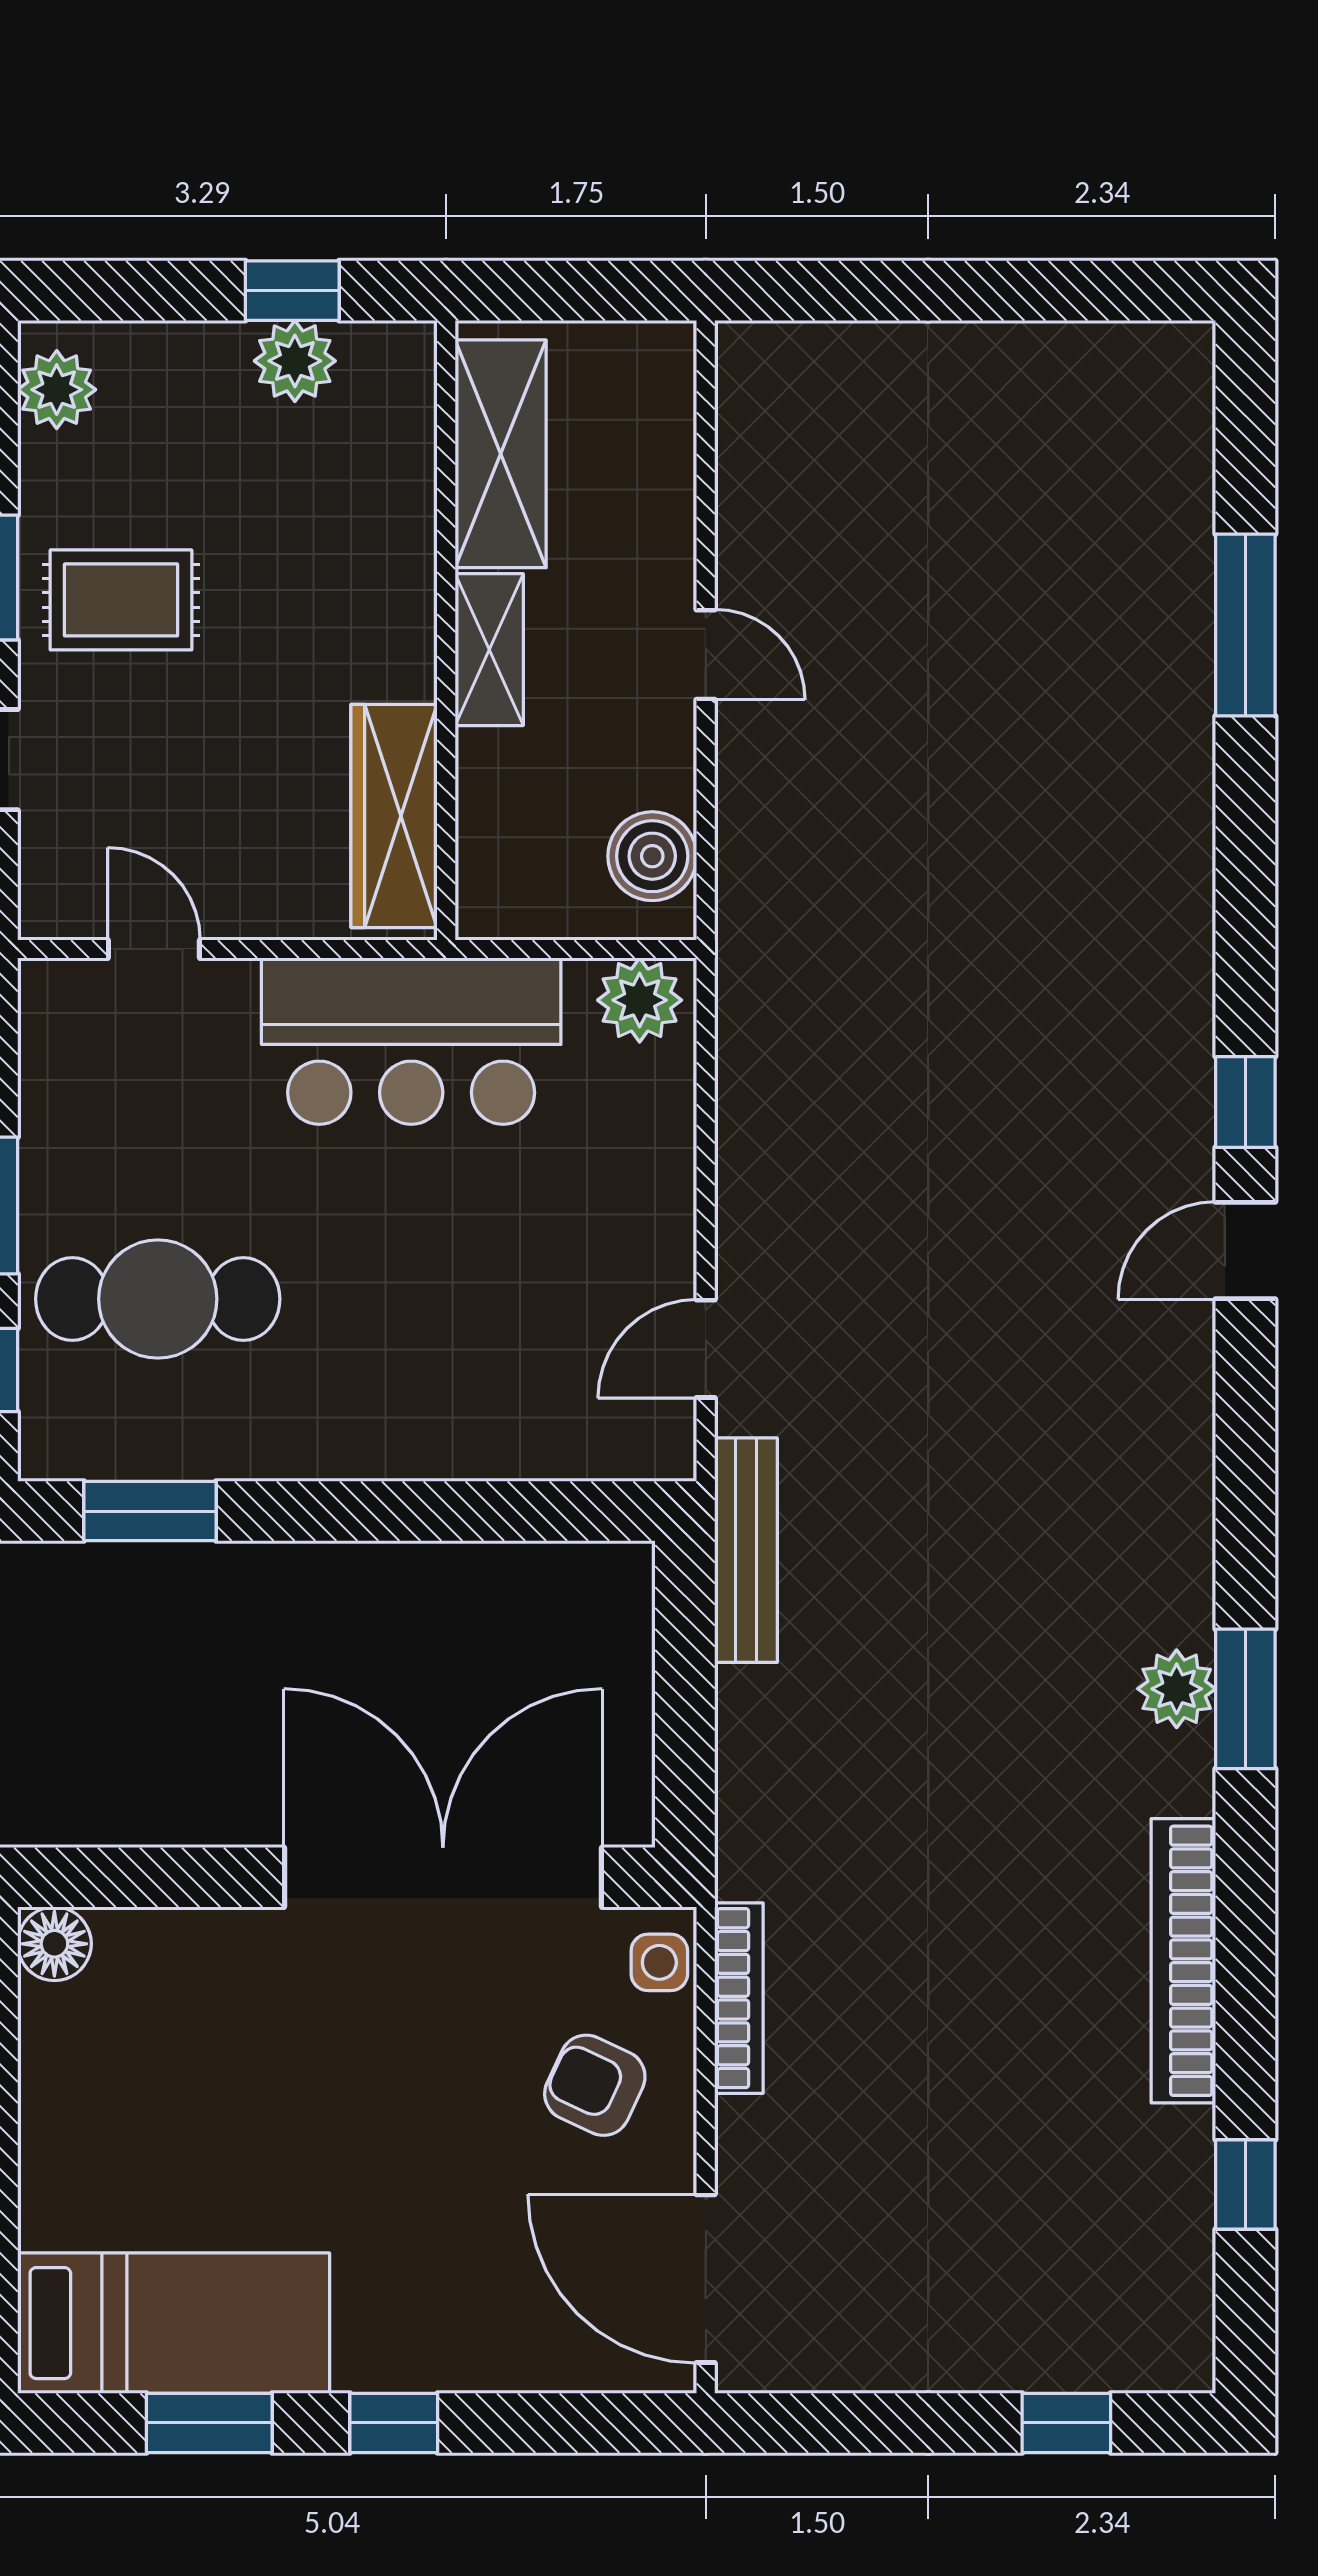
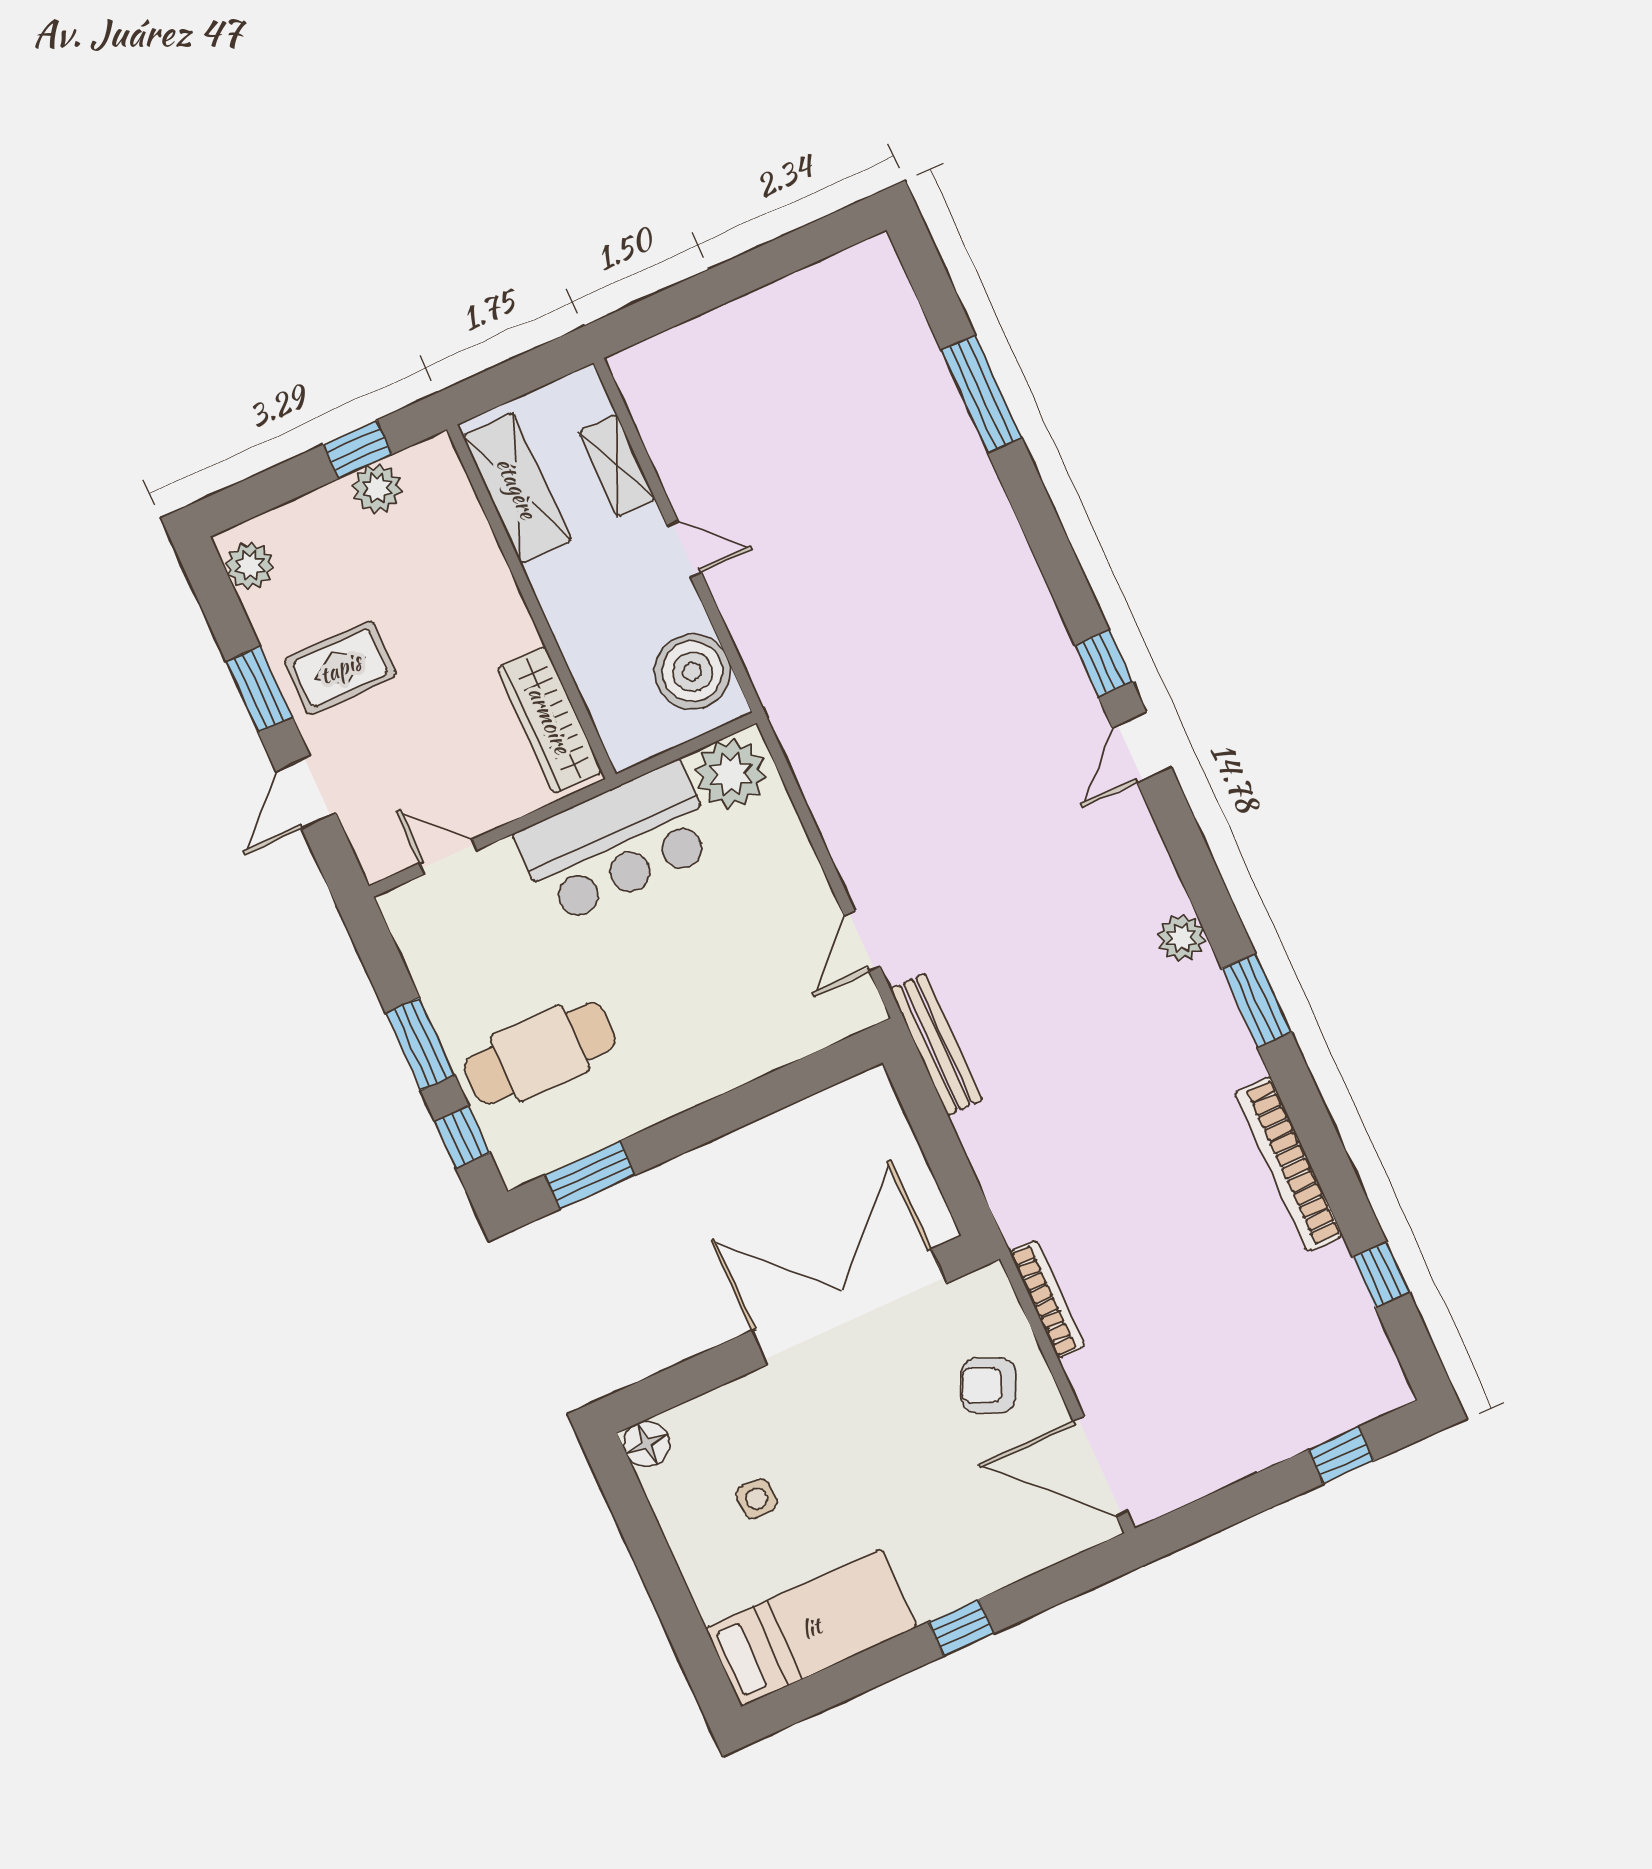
shelving: (489, 650) -> (617, 466), moved
boiler: (652, 856) -> (692, 672), width x1.37, depth x1.37
plant: (640, 1000) -> (731, 774), width x1.36, depth x1.36
plant: (1177, 1689) -> (1181, 938), moved
side table: (659, 1962) -> (757, 1499), moved
window: (209, 2423) -> (857, 1675), removed

